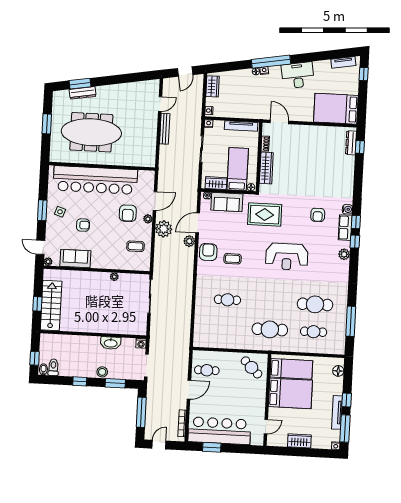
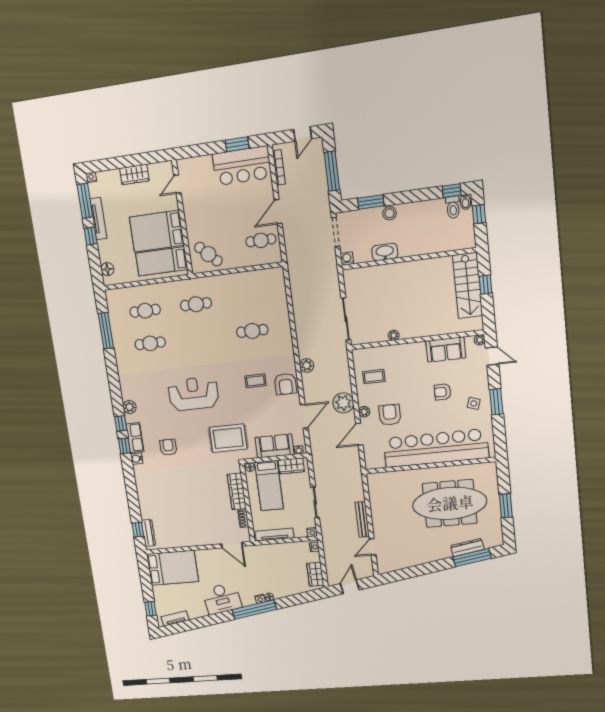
window: (80, 84) -> (472, 558), width x1.44
plant: (189, 241) -> (307, 365), moved
cafe table: (315, 304) -> (150, 343), width x0.73, depth x0.74
cafe table: (270, 329) -> (196, 304), width x0.73, depth x0.74
window: (80, 381) -> (452, 191), moved
bar counter: (219, 431) -> (242, 166), width x0.73

